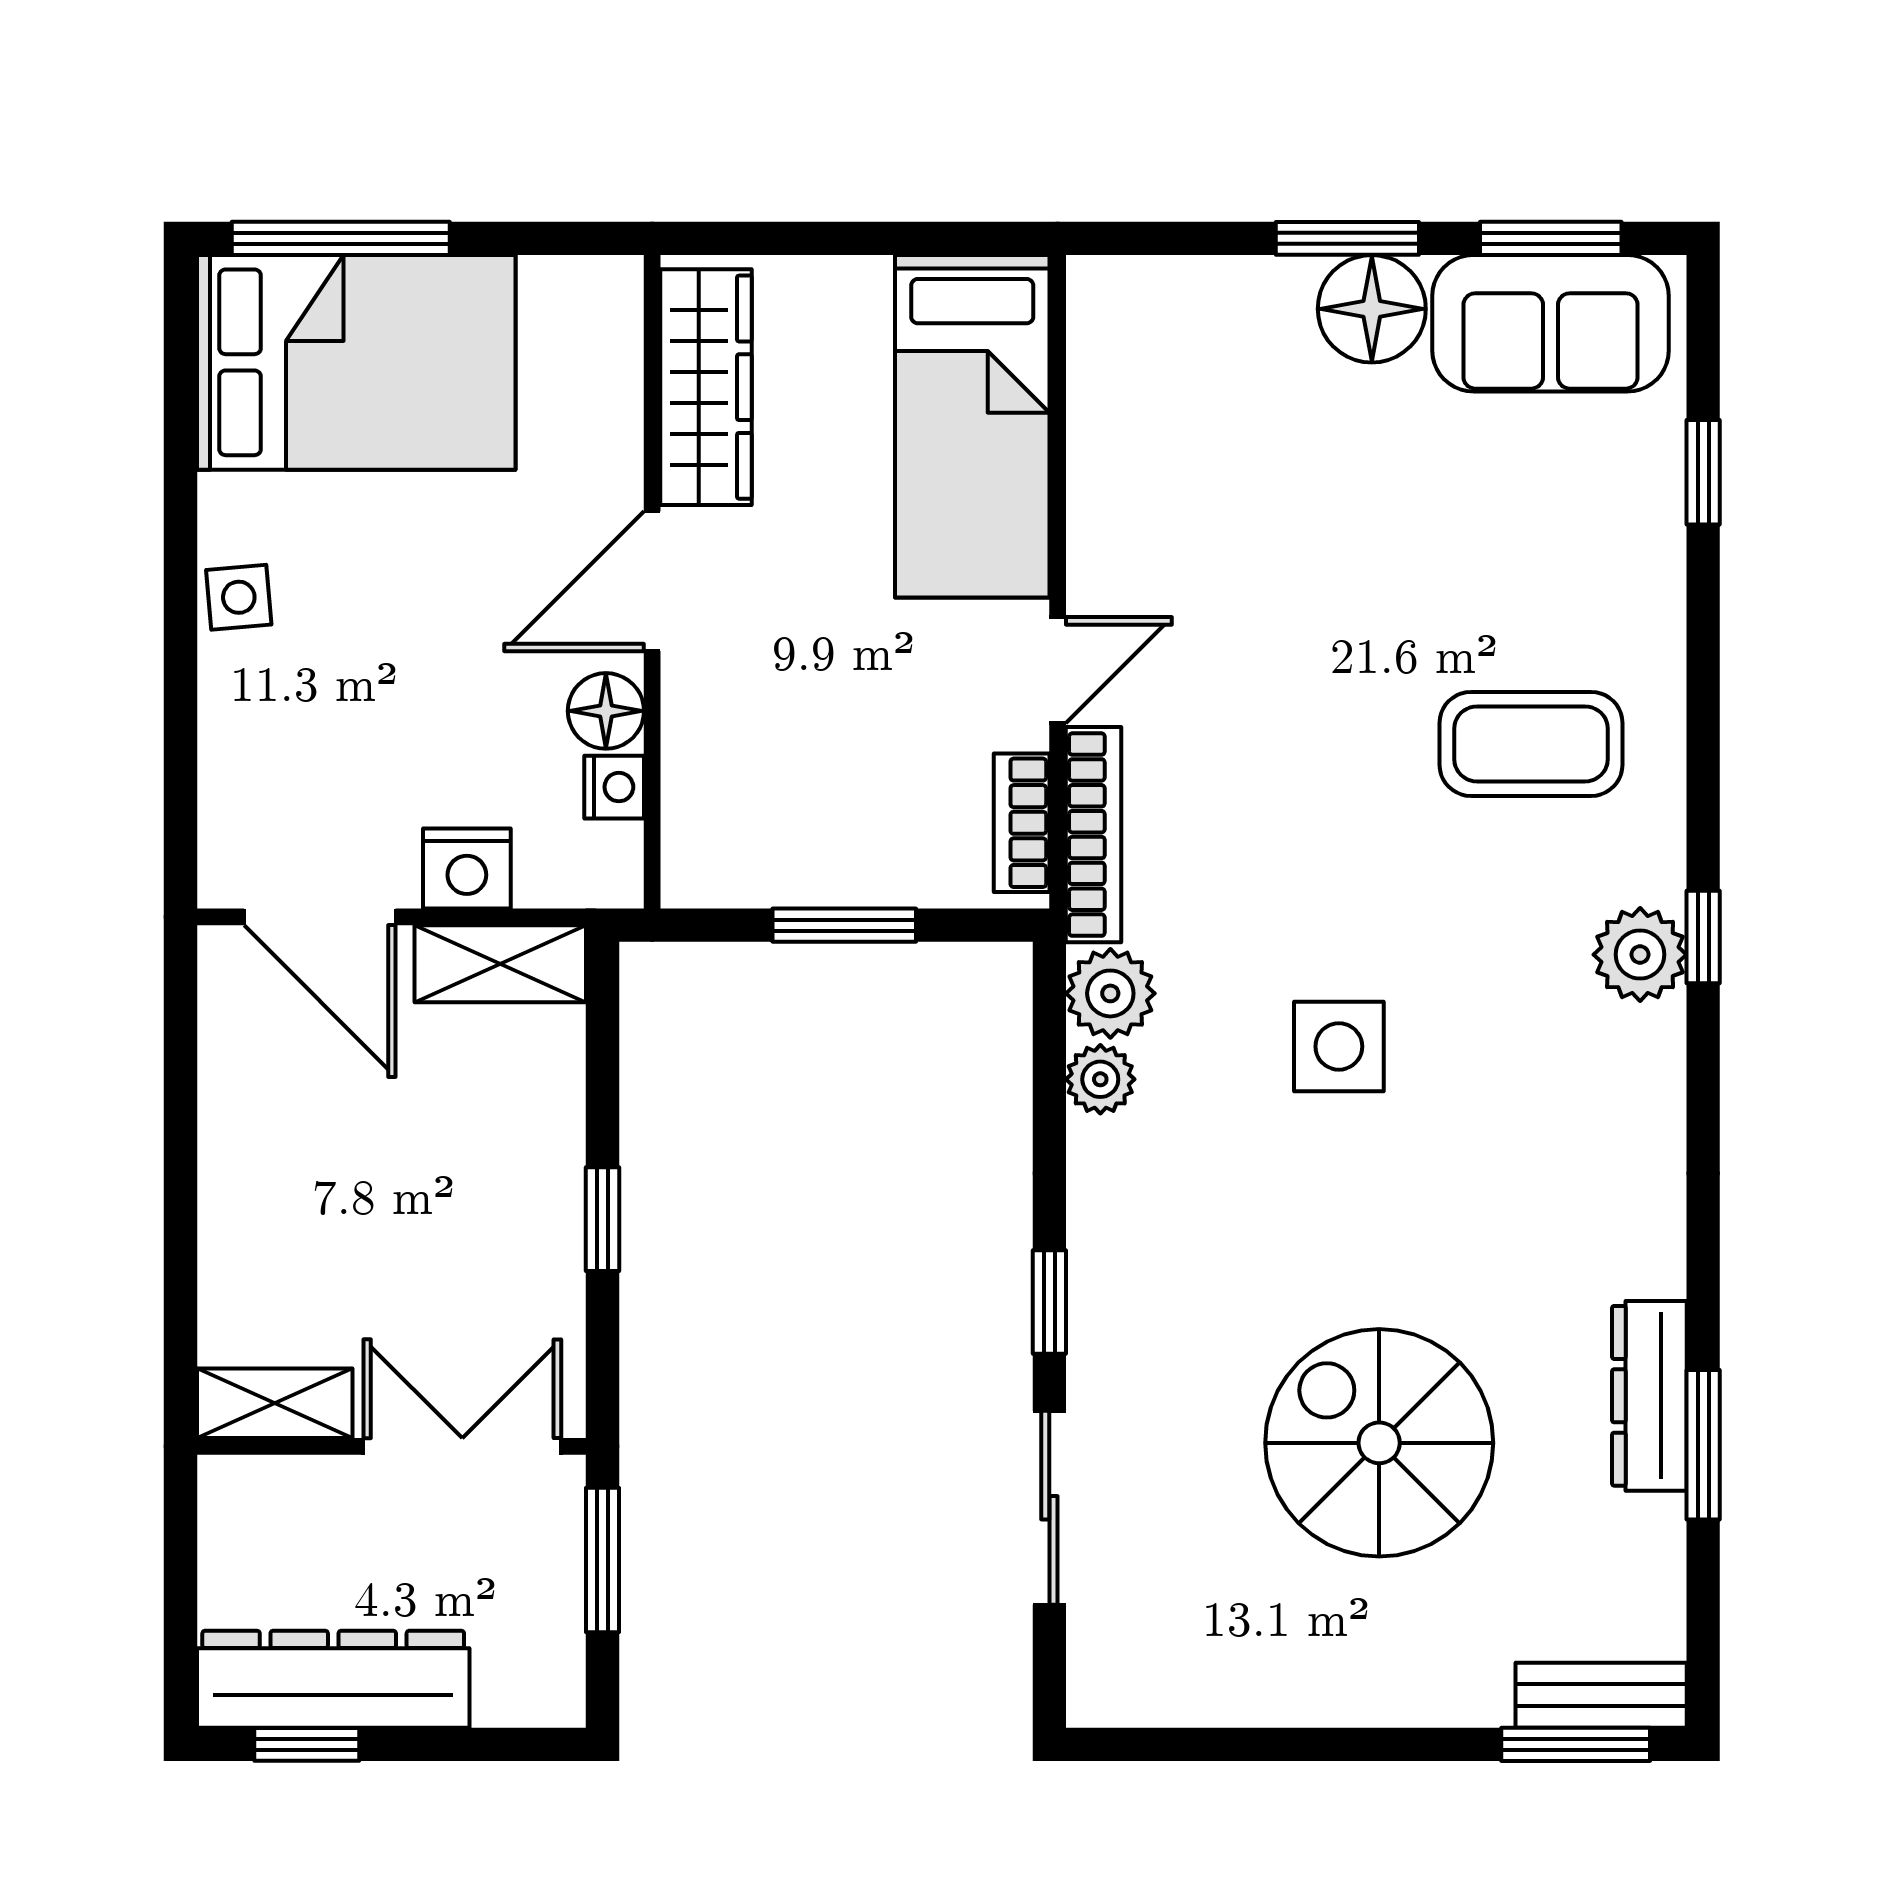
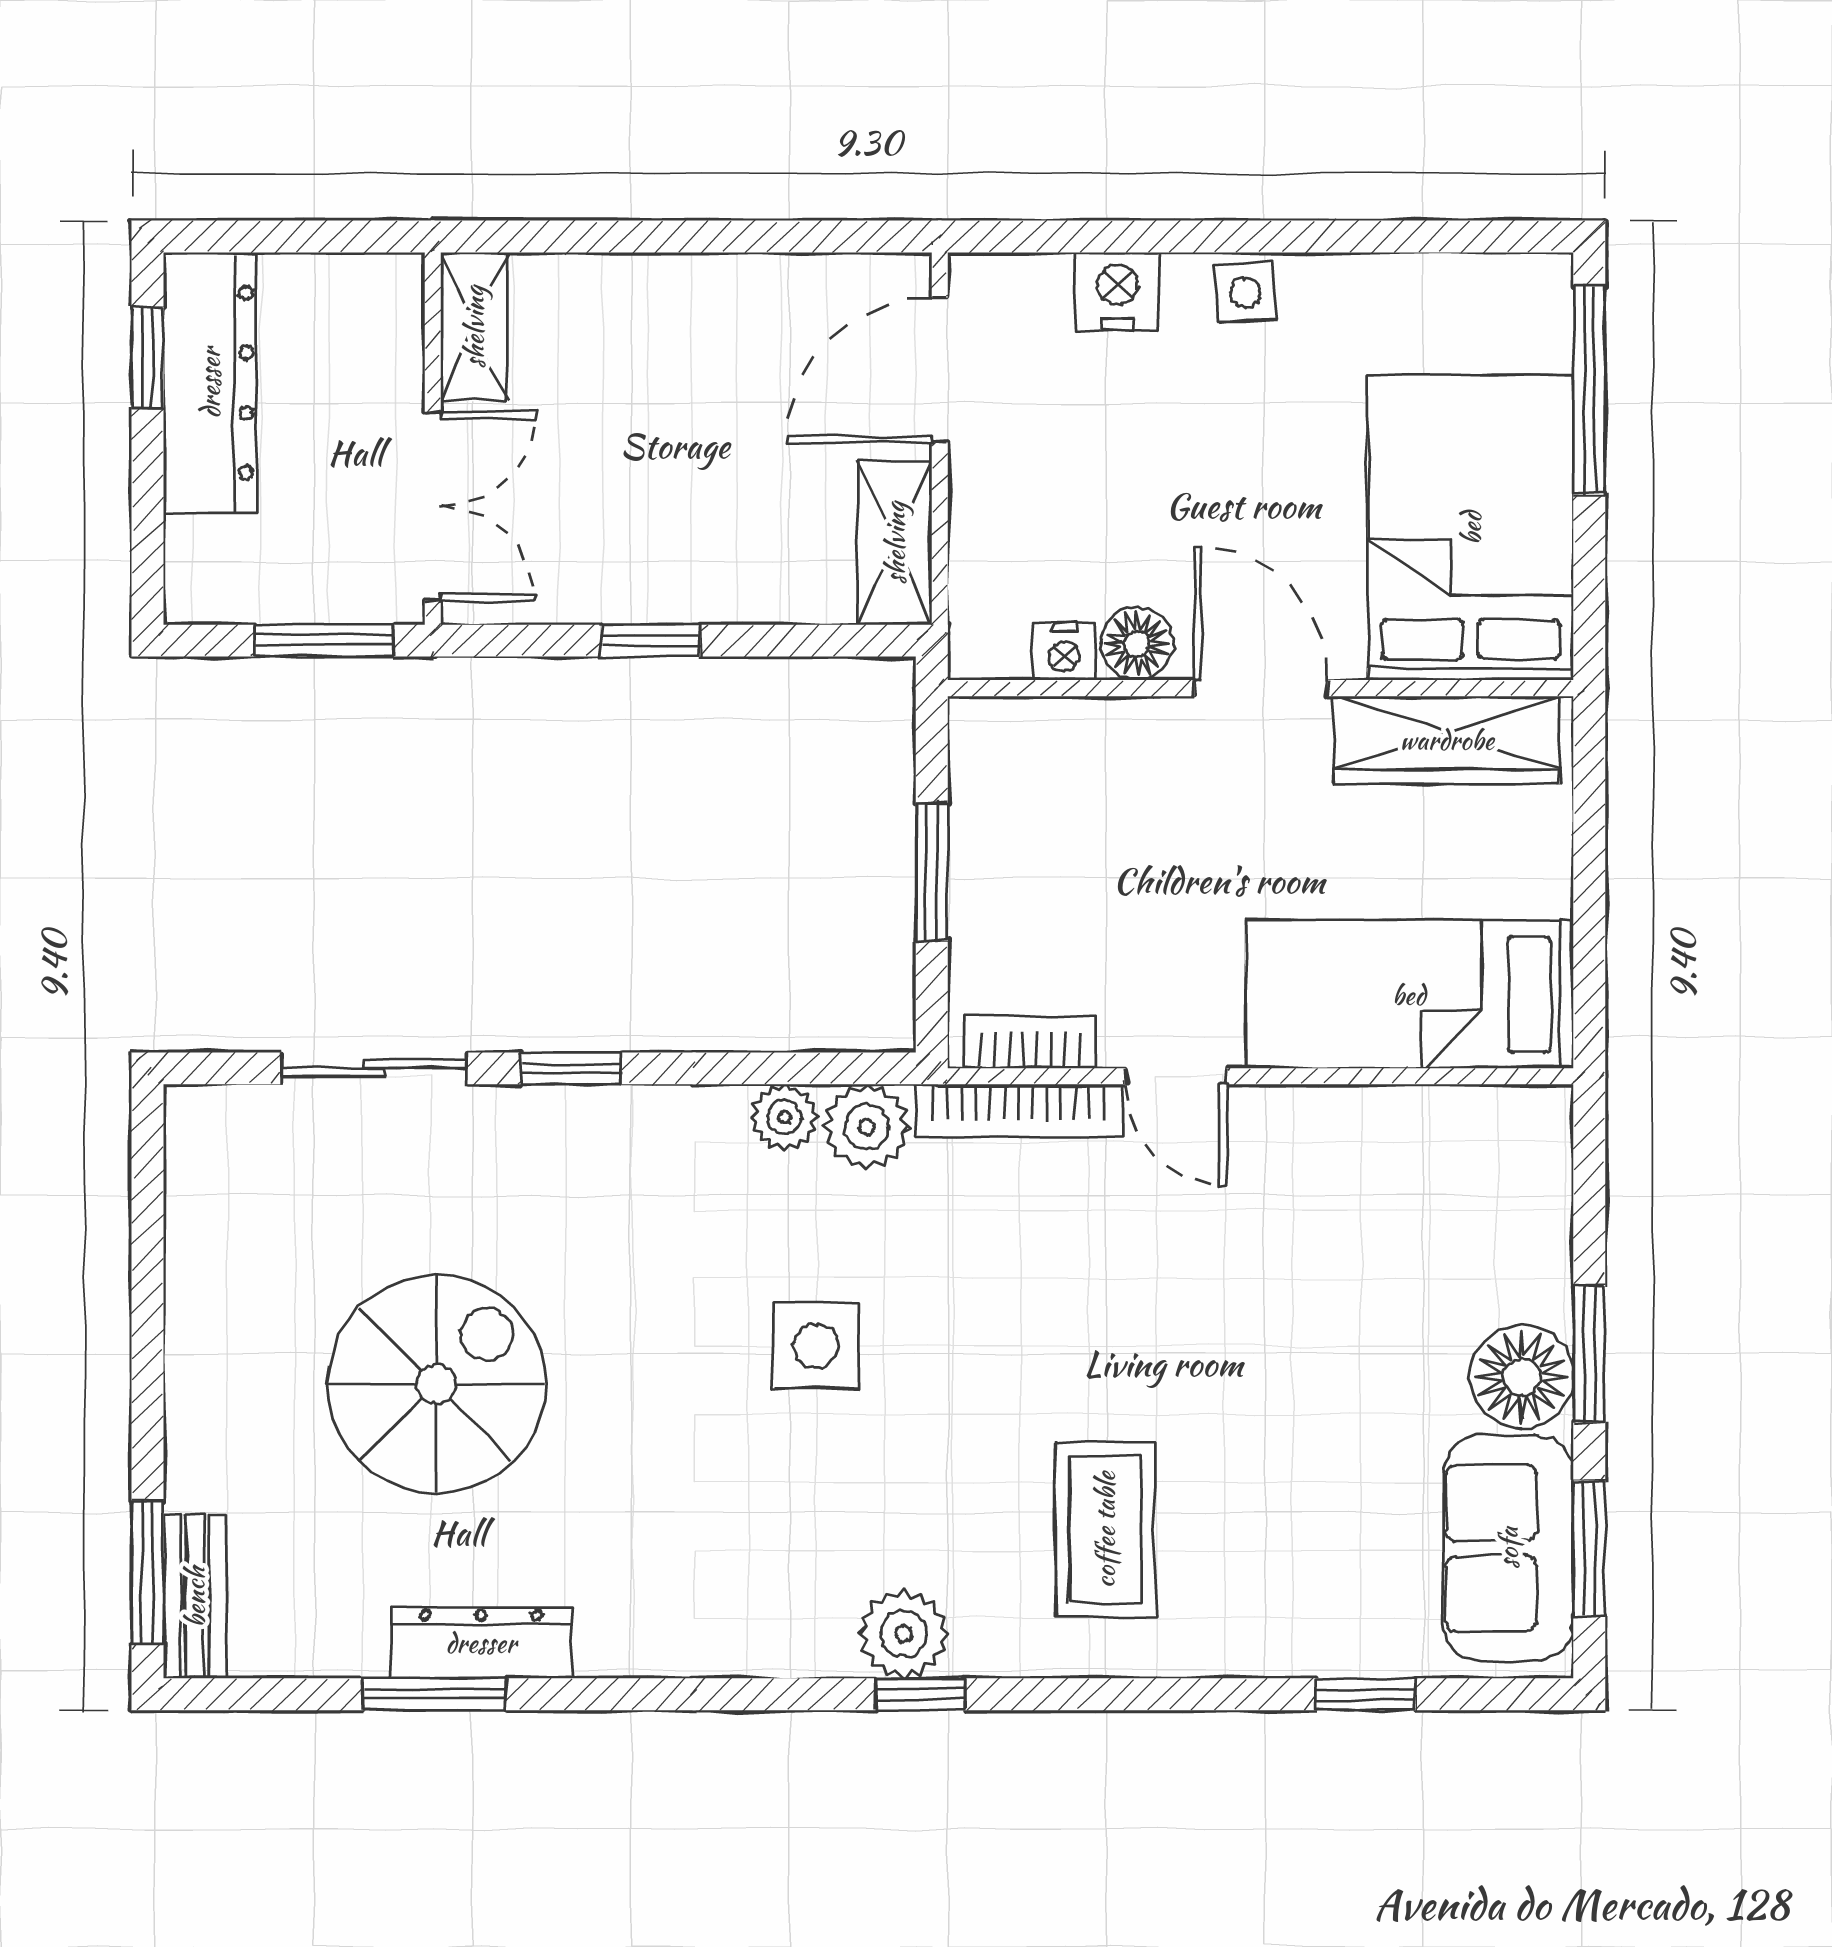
bed: (356, 362) -> (1471, 528), moved, turned 180
nightstand: (467, 868) -> (1117, 291), moved, turned 90

